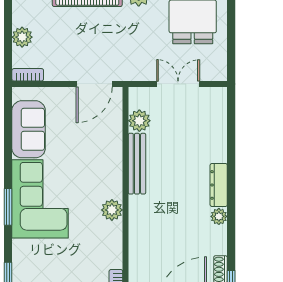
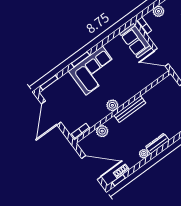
plant: (139, 121) -> (102, 131), moved
sofa: (29, 129) -> (136, 41), moved, turned 90
bench: (137, 164) -> (130, 109), moved

